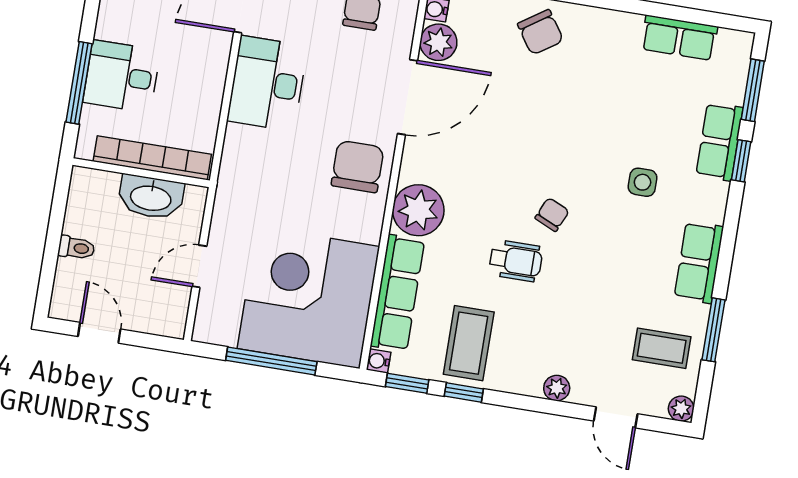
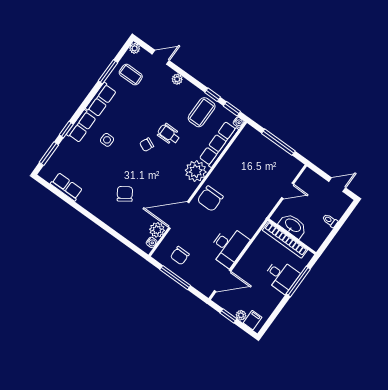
chair: (540, 32) -> (125, 194), moved
row of seats: (719, 142) -> (81, 126), moved
corner desk: (308, 297) -> (253, 159), removed
door: (99, 333) -> (337, 185), swing flipped
door: (616, 417) -> (161, 57), hinge flipped

